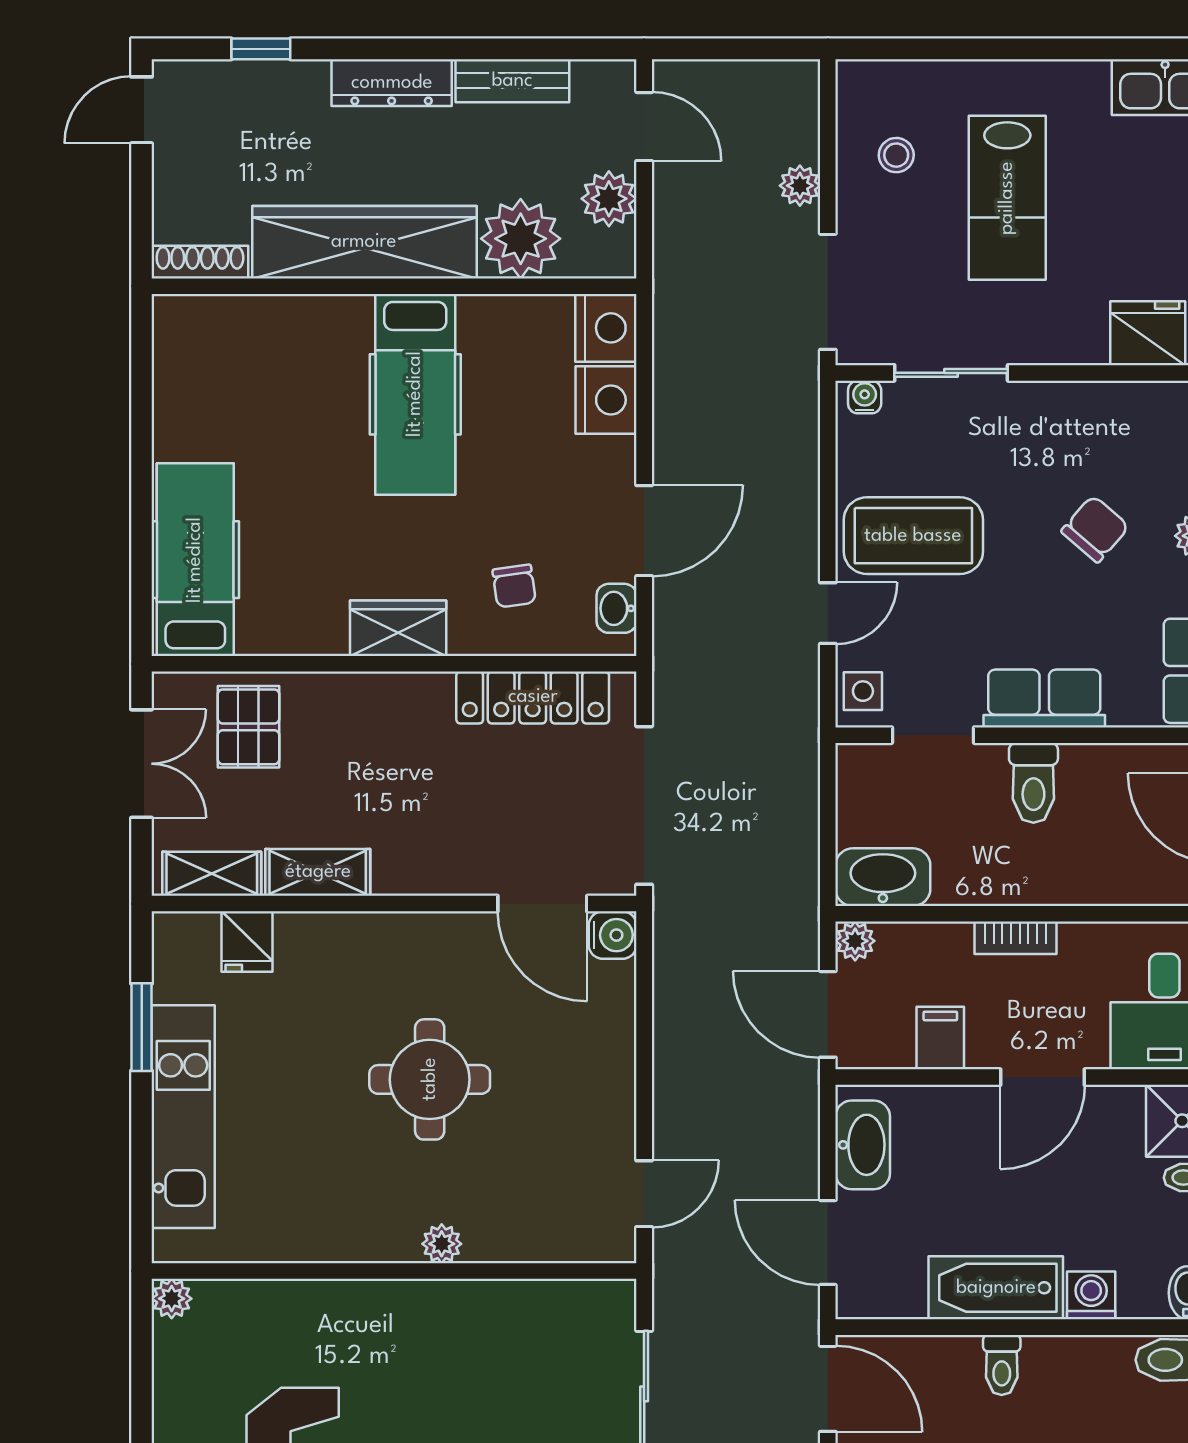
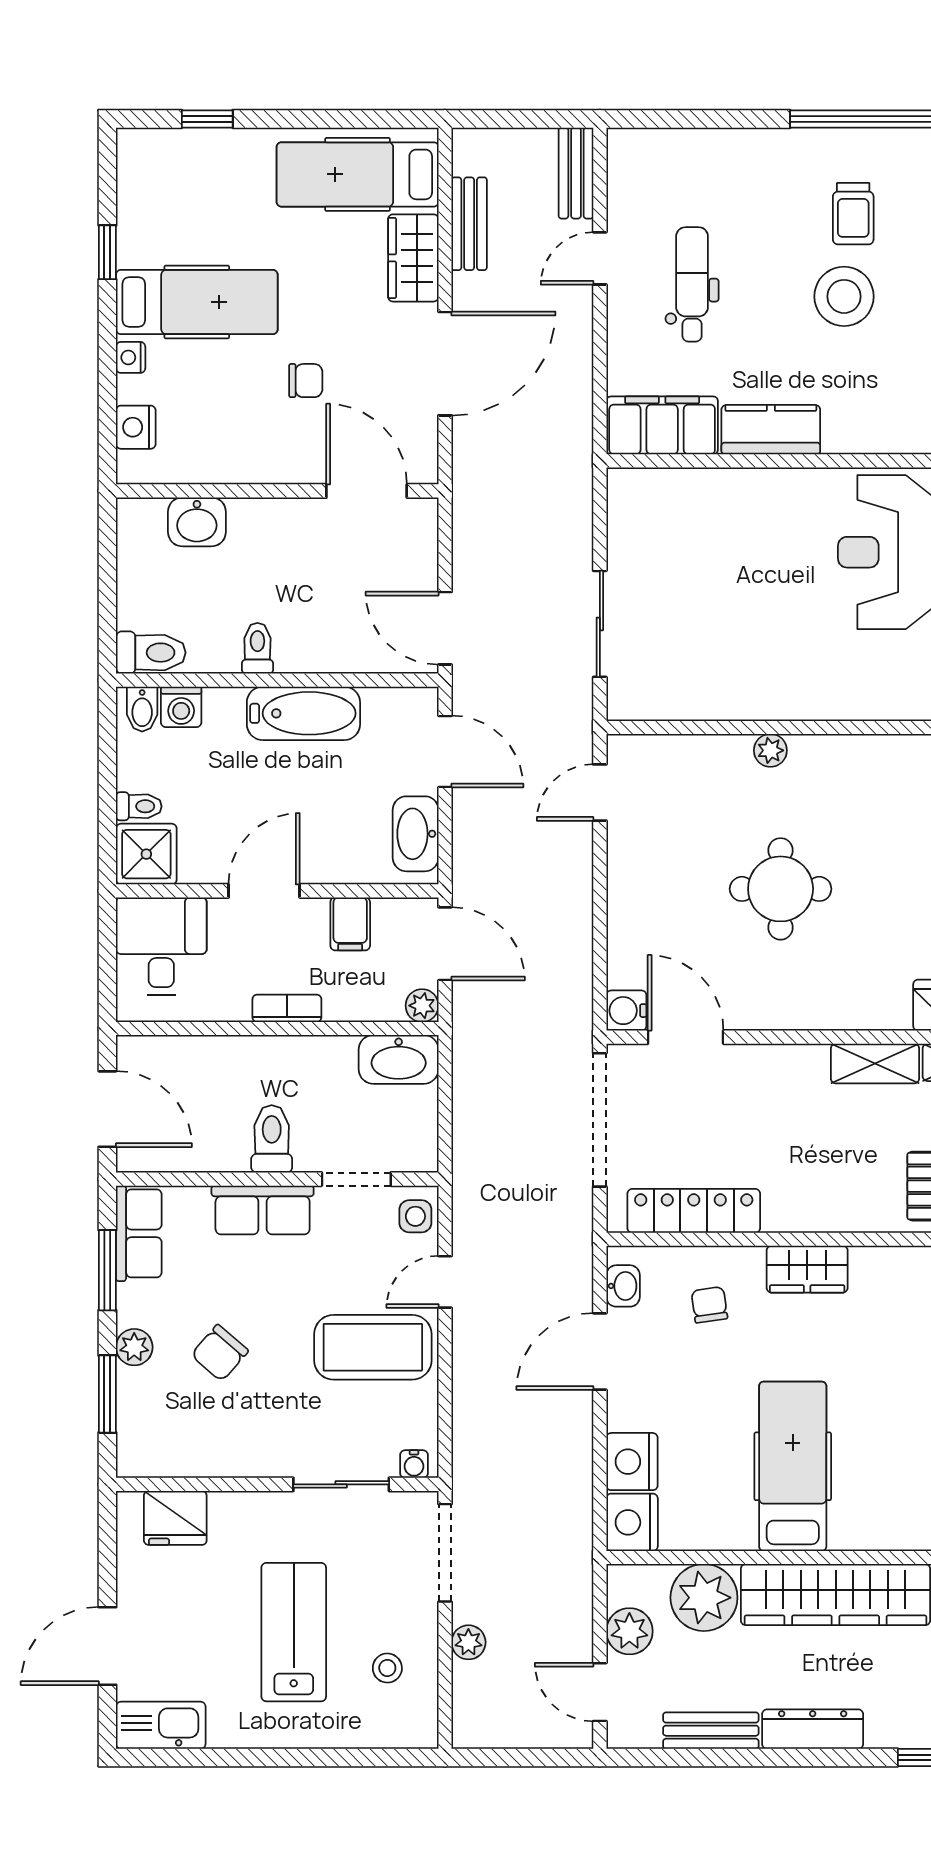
washing machine: (1091, 1295) -> (181, 707), moved
toilet: (1002, 1365) -> (257, 648), moved

